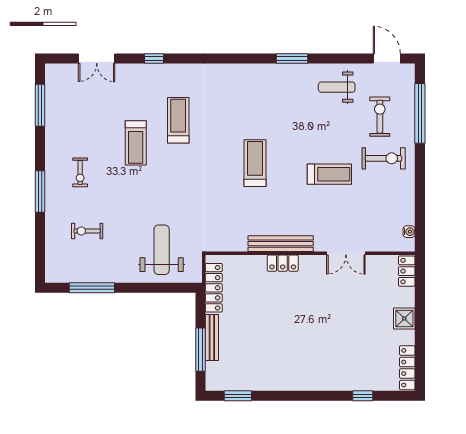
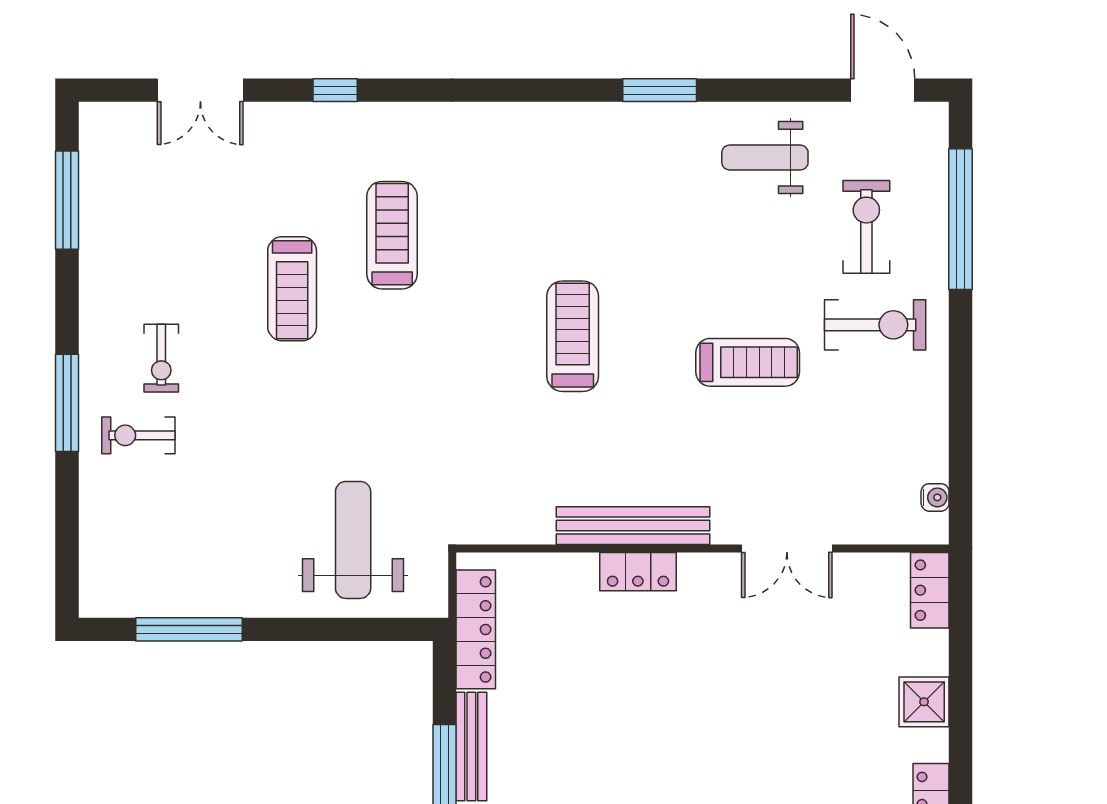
exercise bike: (87, 231) -> (138, 435), moved

